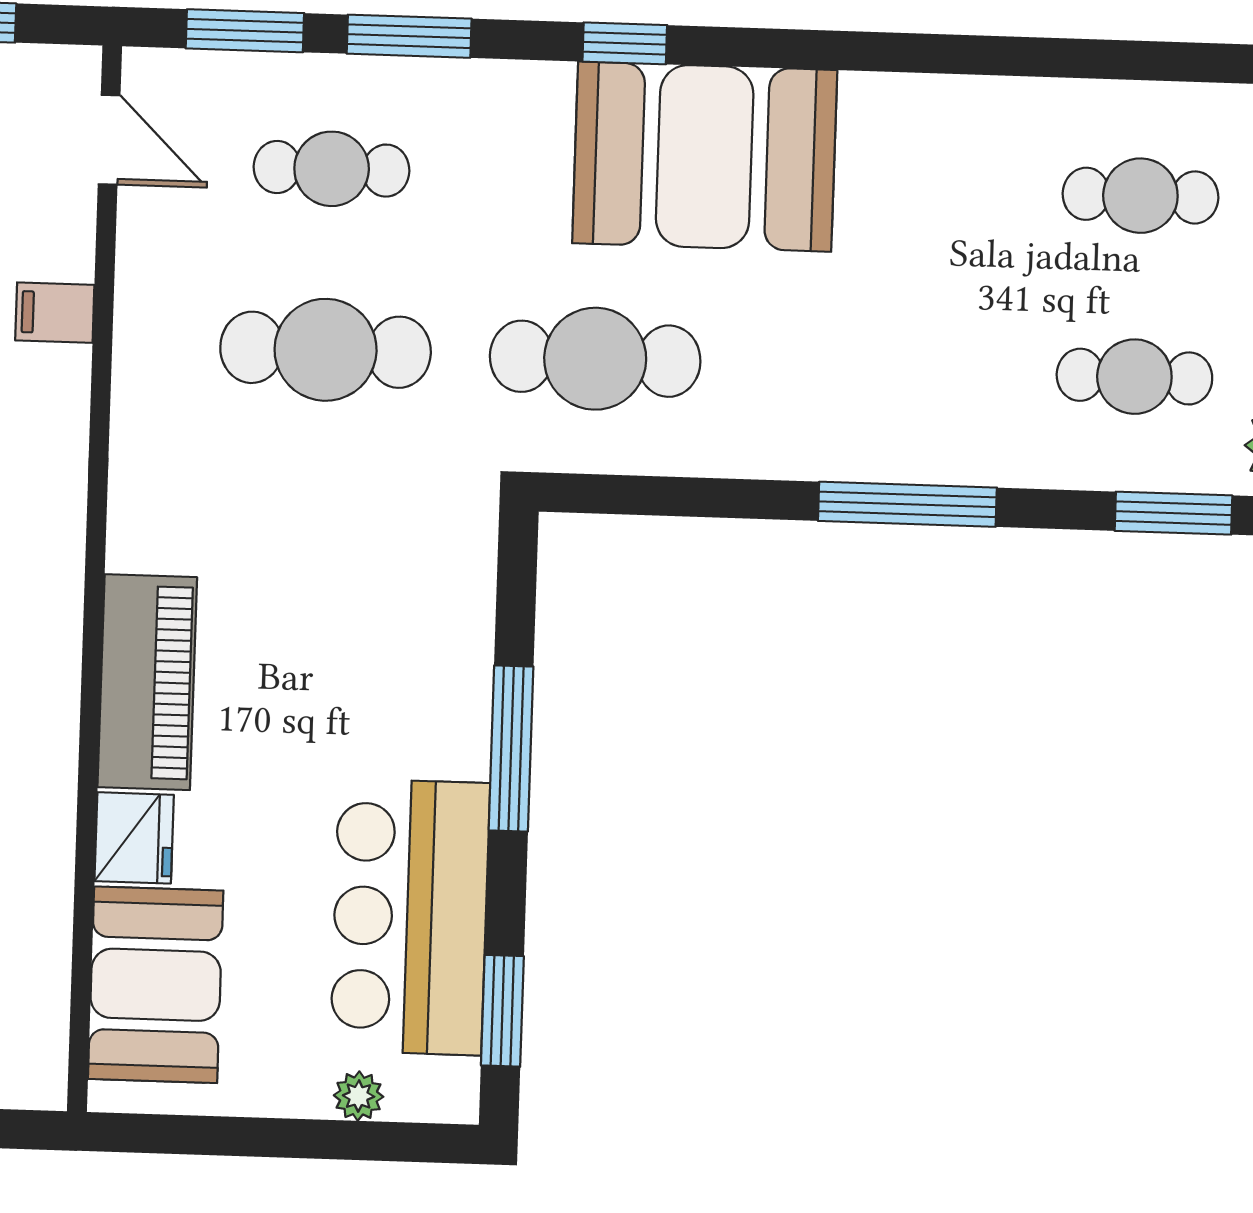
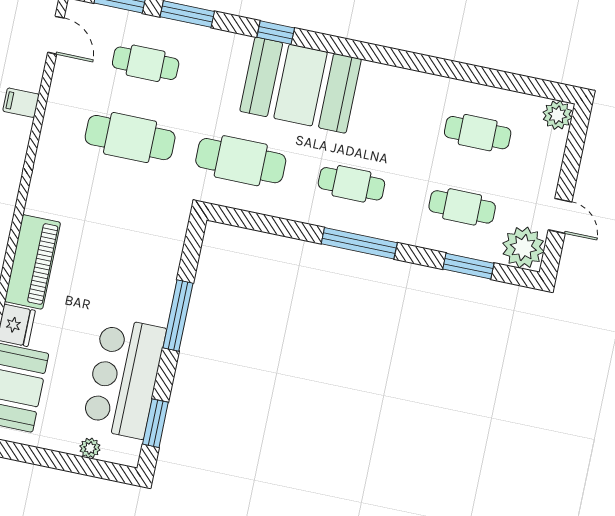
cafe table: (865, 368) -> (351, 184), added

